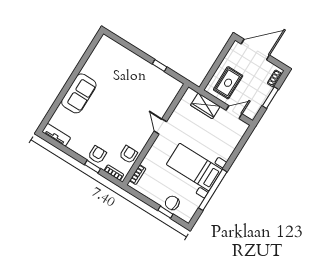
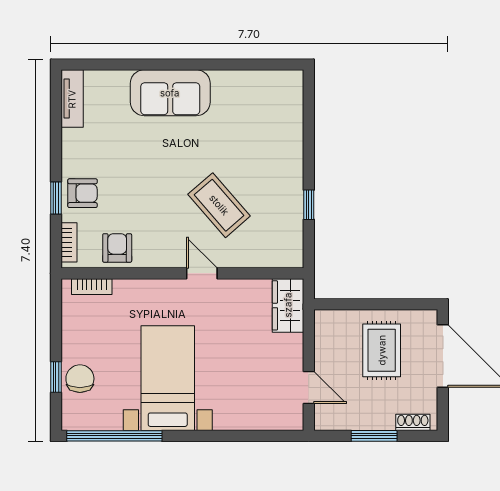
rug: (228, 83) -> (382, 350), moved, turned 90
coffee table: (137, 102) -> (219, 205), added
wardrobe: (205, 106) -> (288, 305), moved
door: (160, 126) -> (202, 273), hinge flipped
armchair: (128, 154) -> (117, 248), turned -90
window: (213, 190) -> (114, 436), moved

